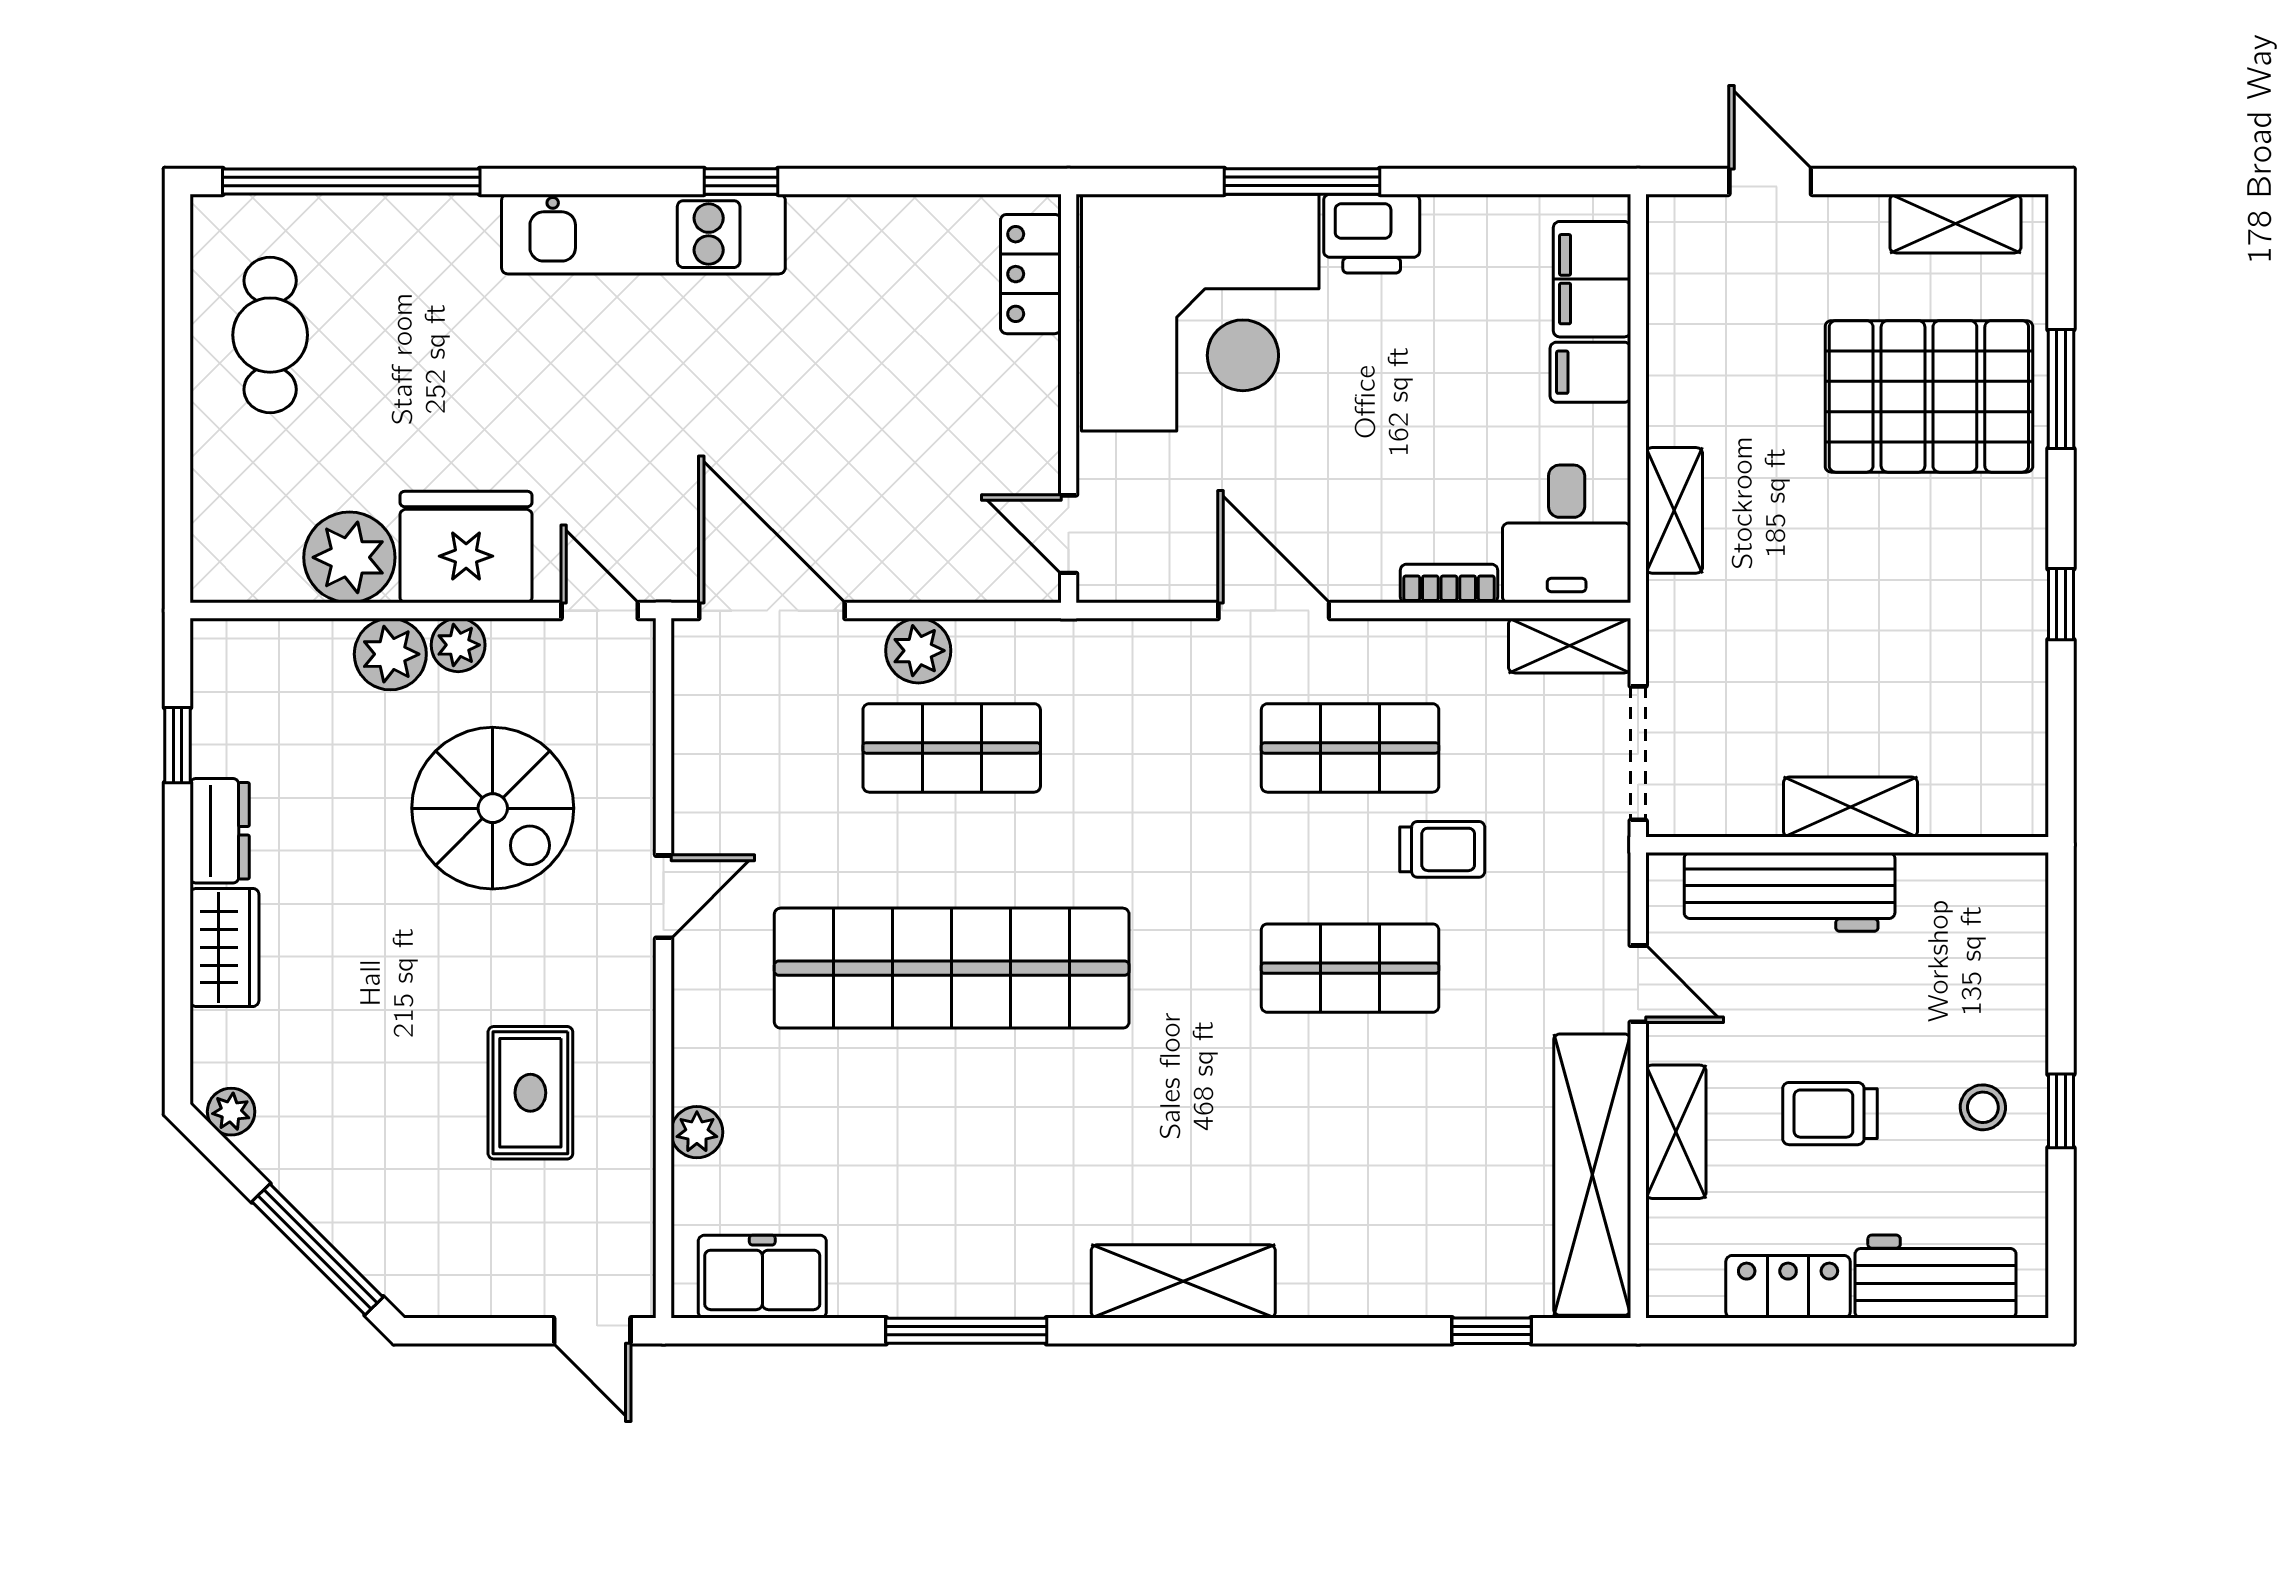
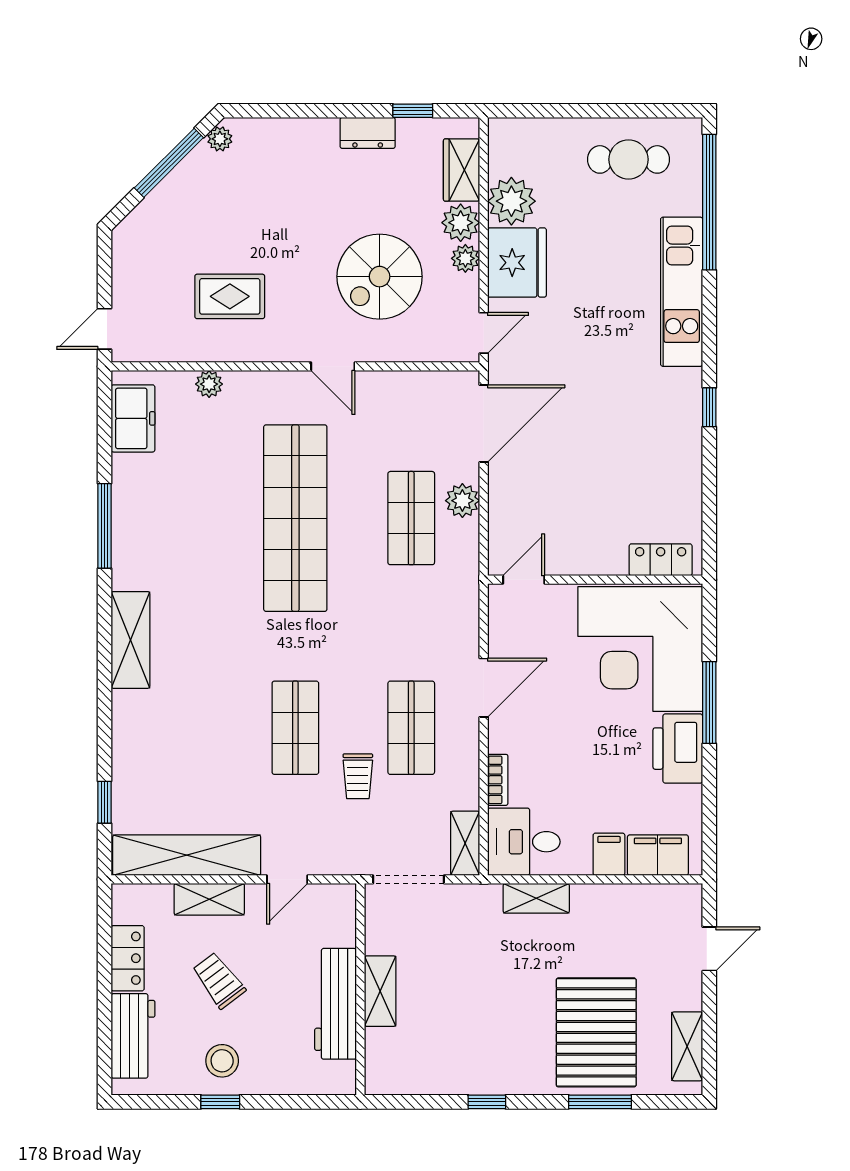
kitchen unit: (643, 234) -> (682, 292), moved
printer: (1372, 234) -> (678, 749), width x1.37, depth x1.19
workbench: (1790, 892) -> (335, 1004), moved
wardrobe: (224, 947) -> (461, 170), moved, turned 90
stool: (1983, 1107) -> (222, 1061), width x1.37, depth x1.37
trolley: (1830, 1114) -> (219, 980), turned -37
window: (317, 1249) -> (169, 163), moved

